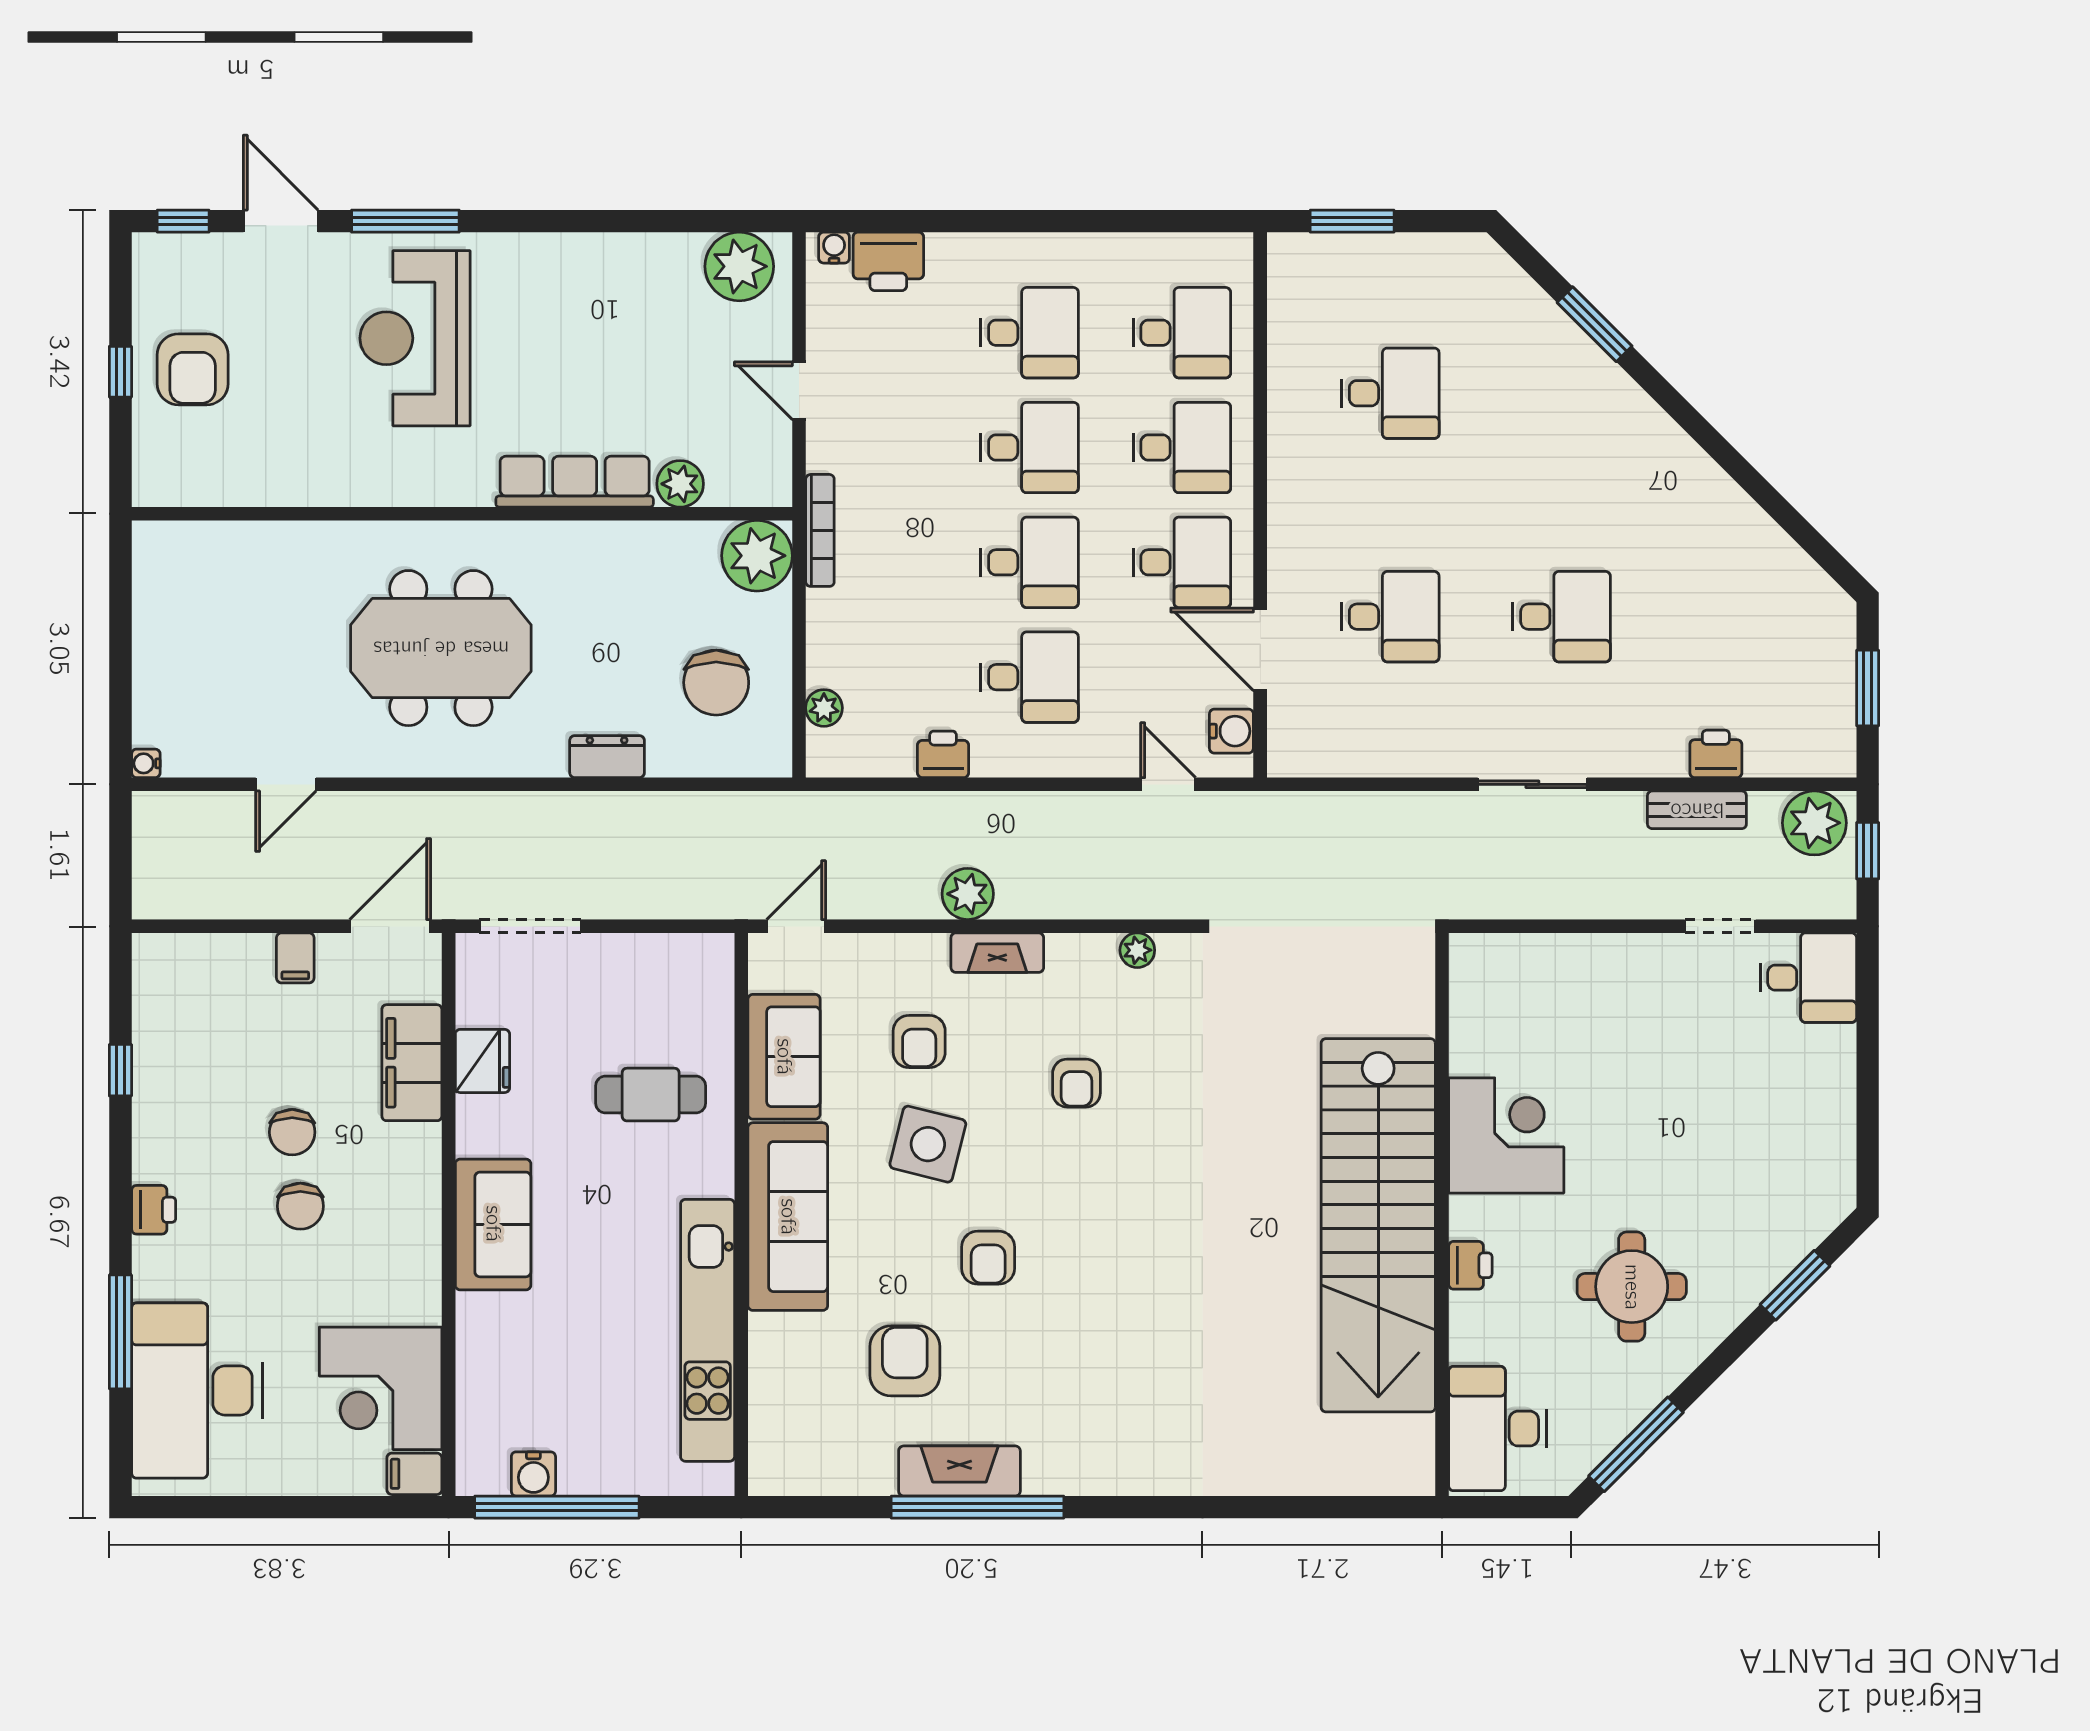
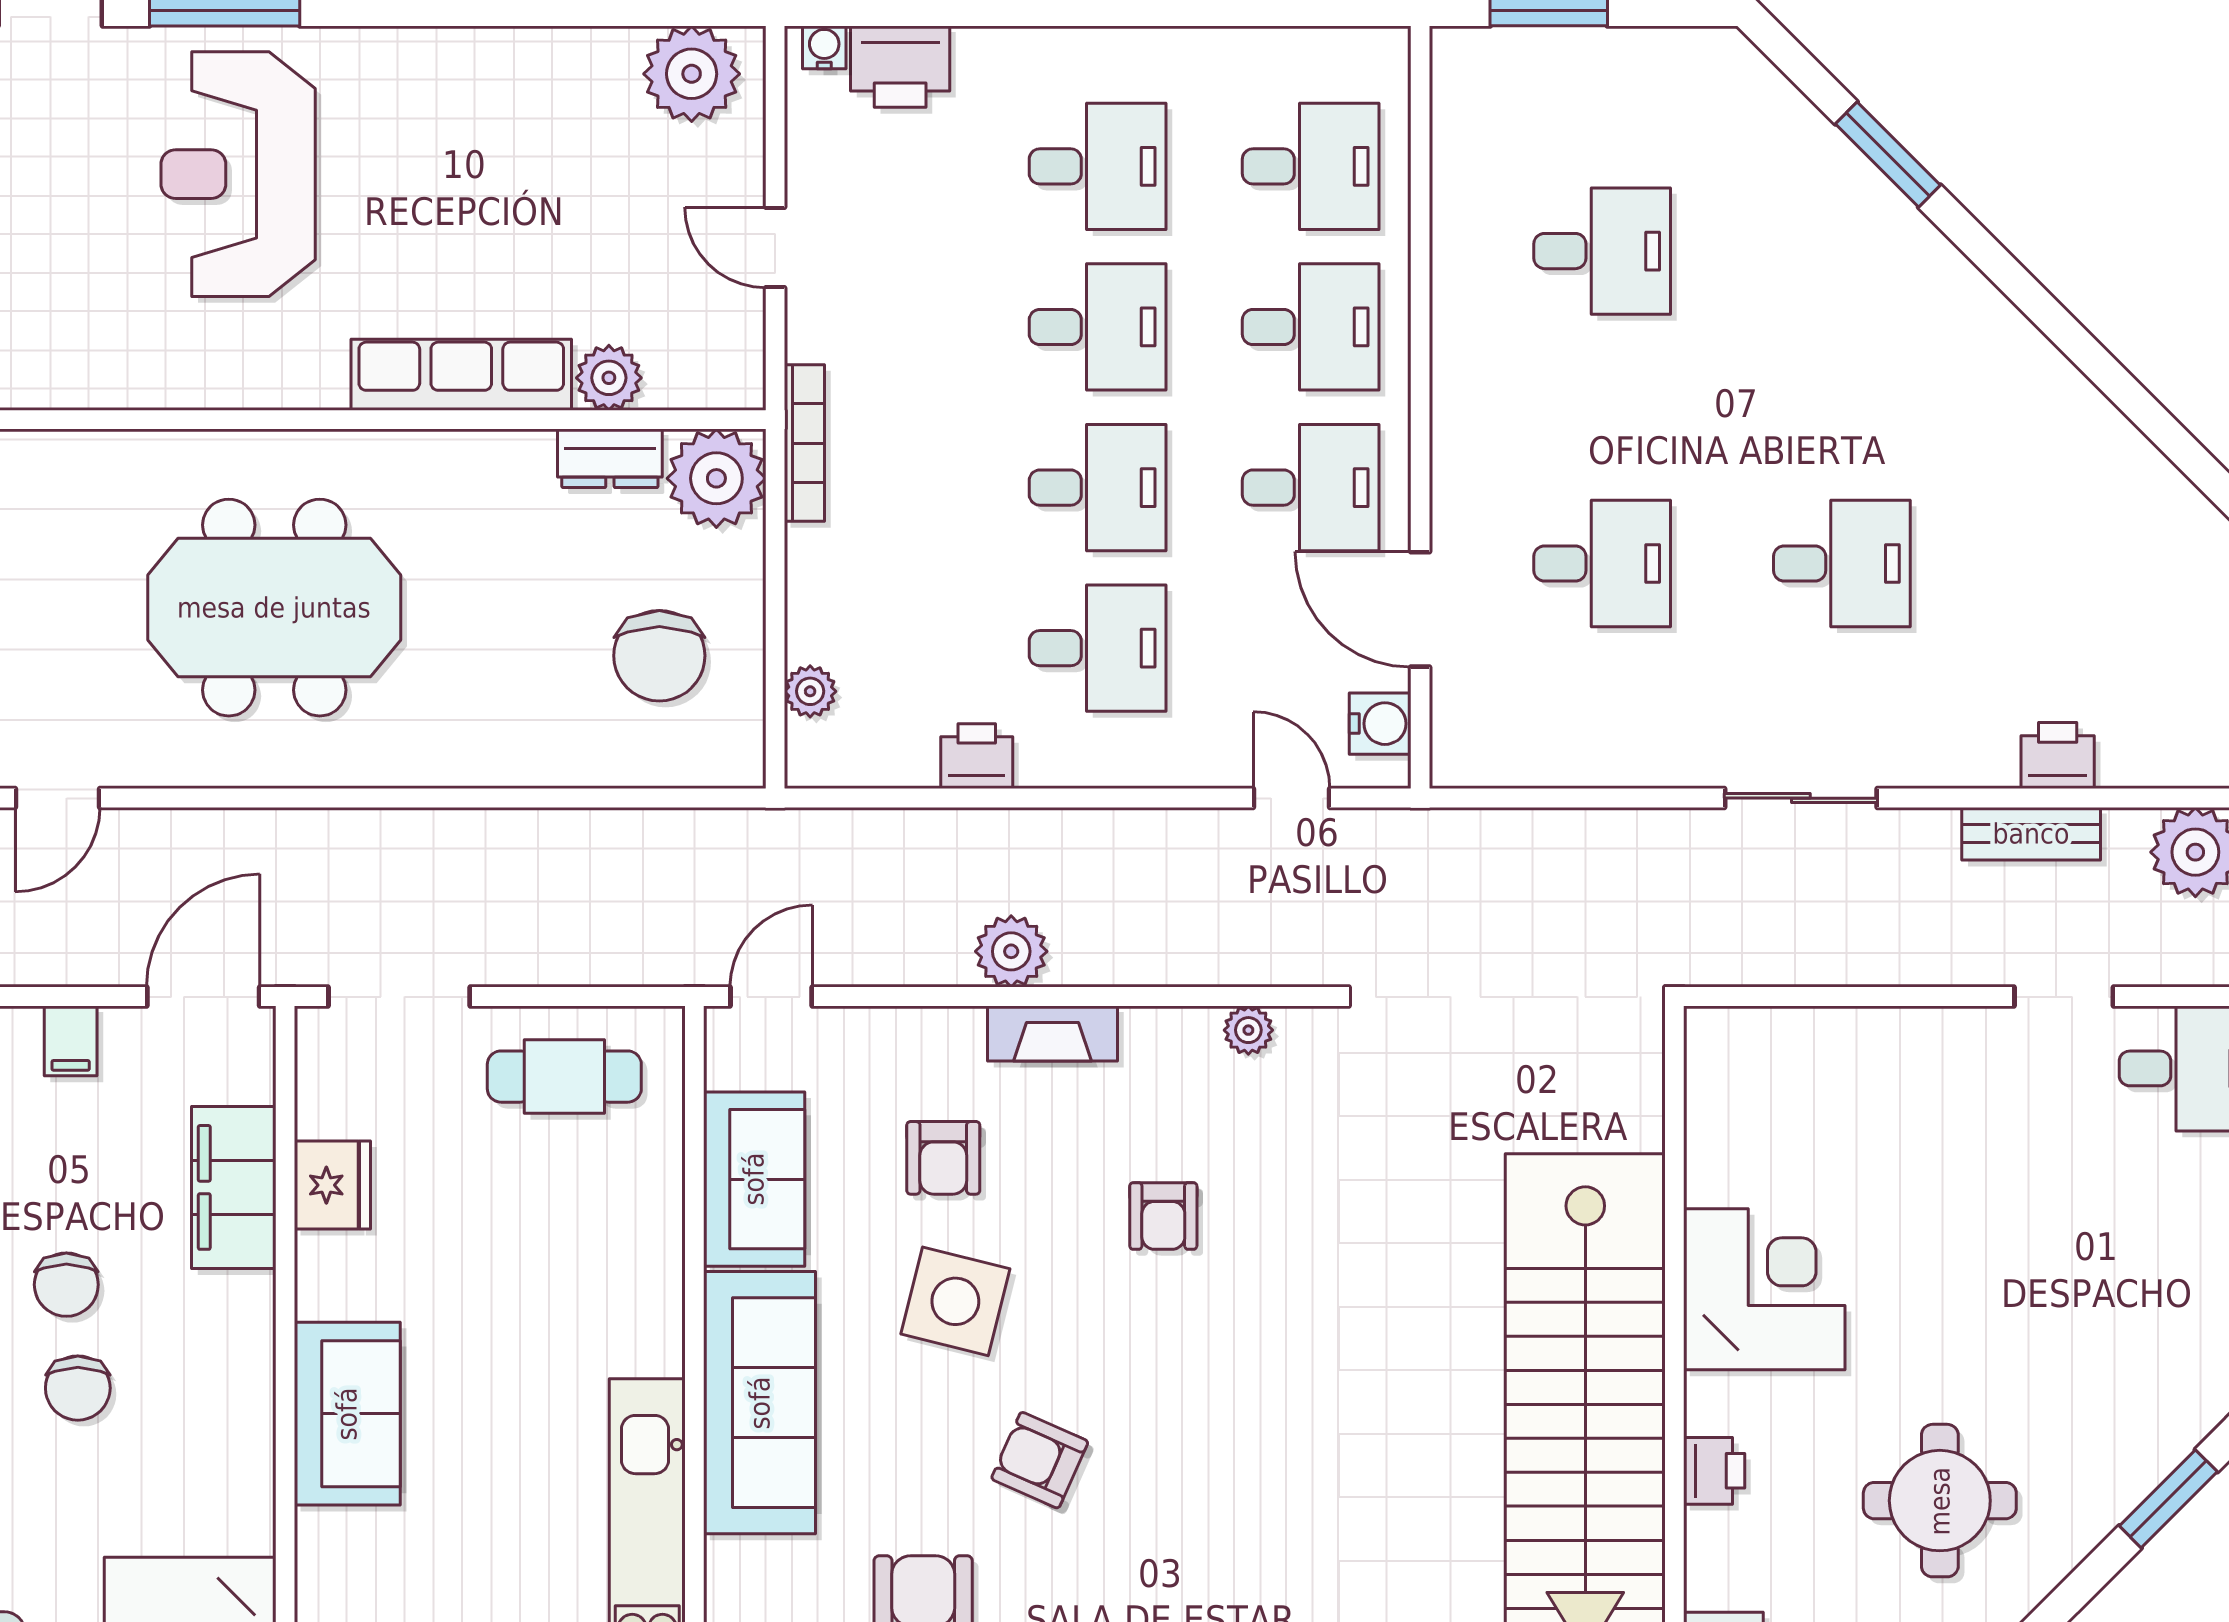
dresser: (607, 757) -> (610, 458), moved, turned 180
cafe table: (651, 1095) -> (564, 1077), moved
armchair: (988, 1258) -> (1040, 1460), turned 114

